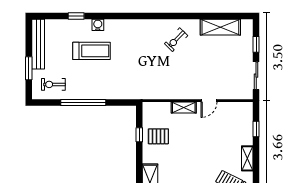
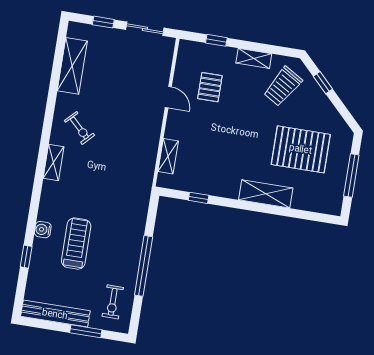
shelving: (148, 25) -> (54, 162), added
shelving: (184, 108) -> (168, 156), moved
pallet: (158, 136) -> (210, 87), moved

